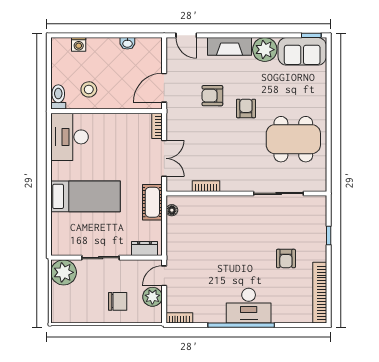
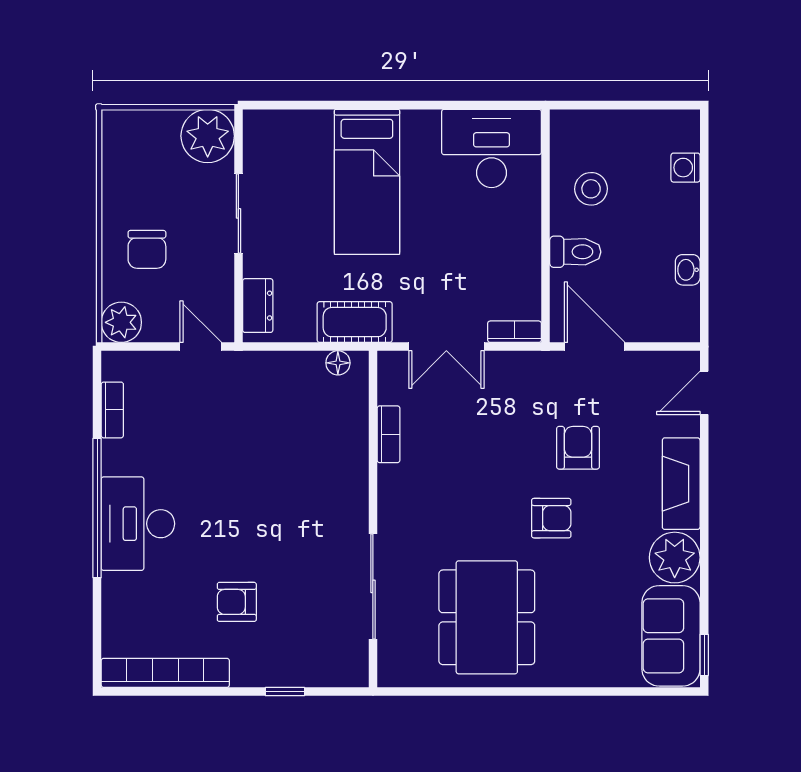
toilet: (58, 97) -> (575, 252), moved
plant: (152, 297) -> (121, 322), moved
bookcase: (179, 318) -> (112, 410), moved

